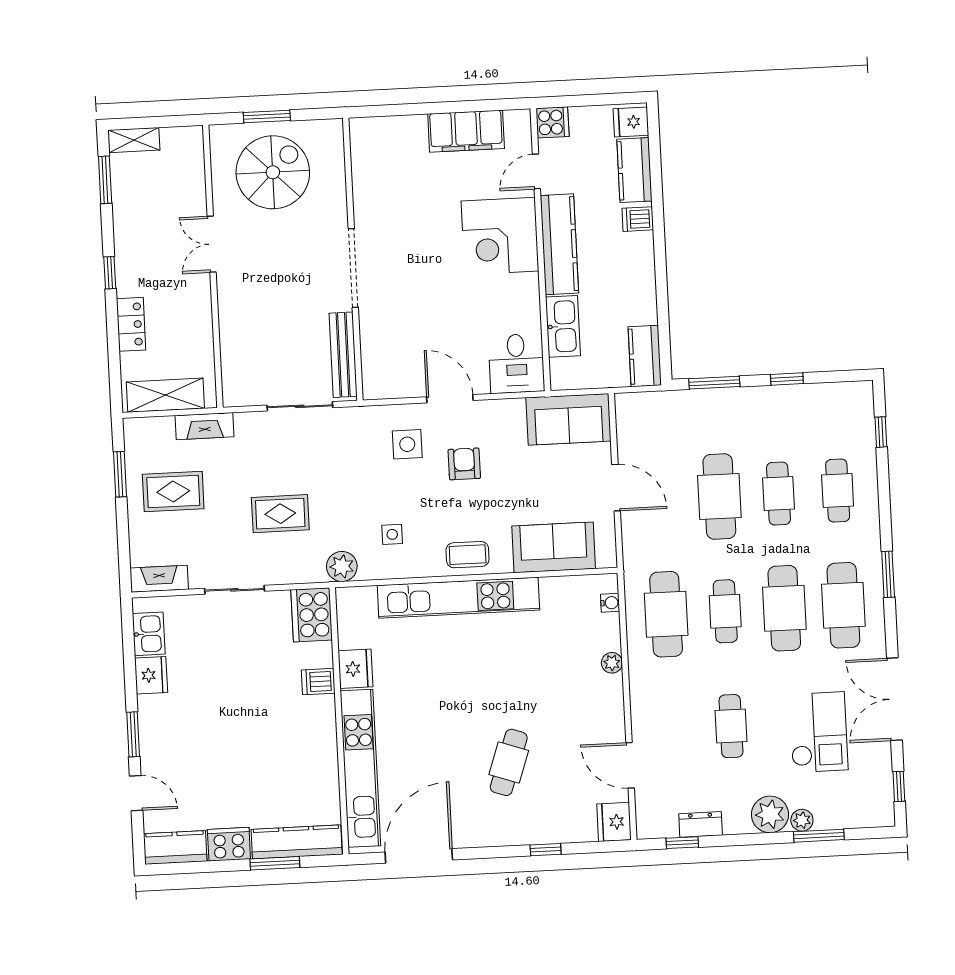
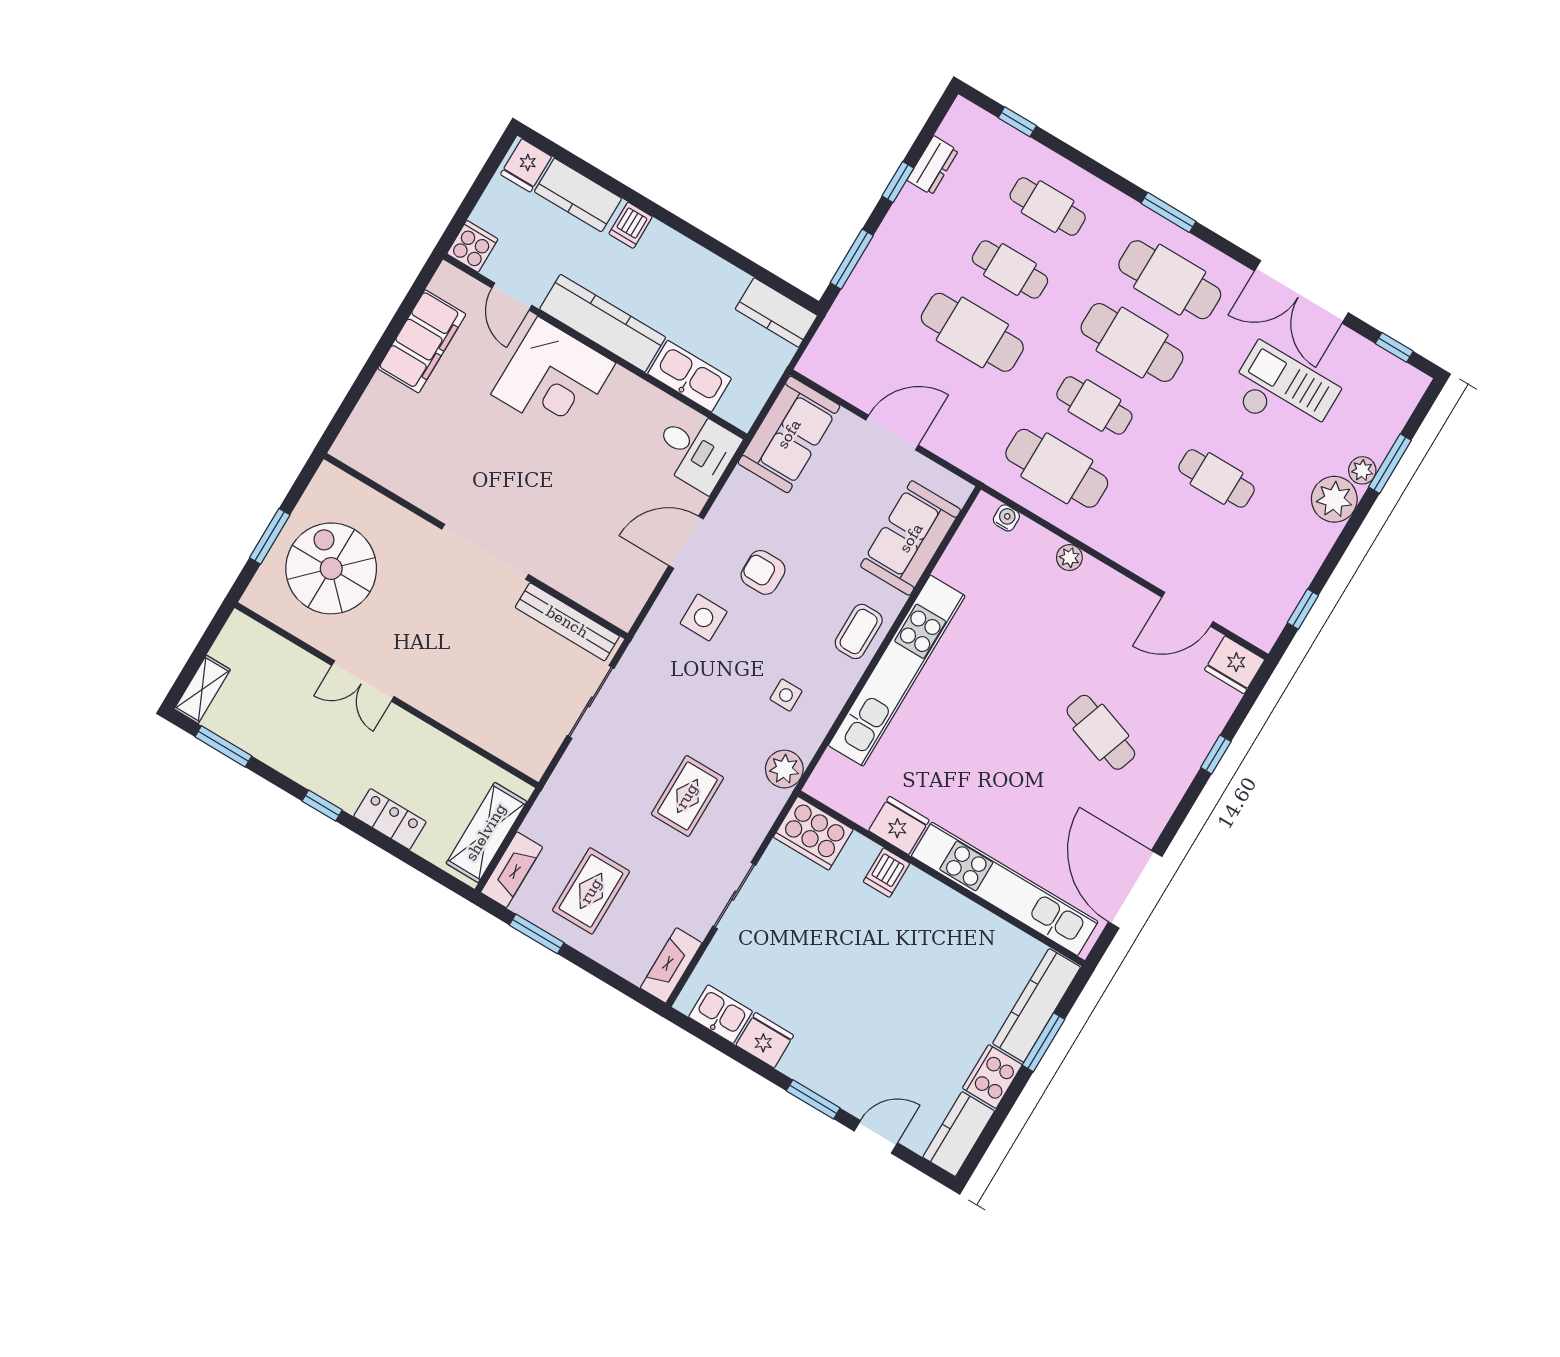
fireplace: (205, 426) -> (512, 870), moved
dresser: (701, 824) -> (933, 165), moved, turned 180

